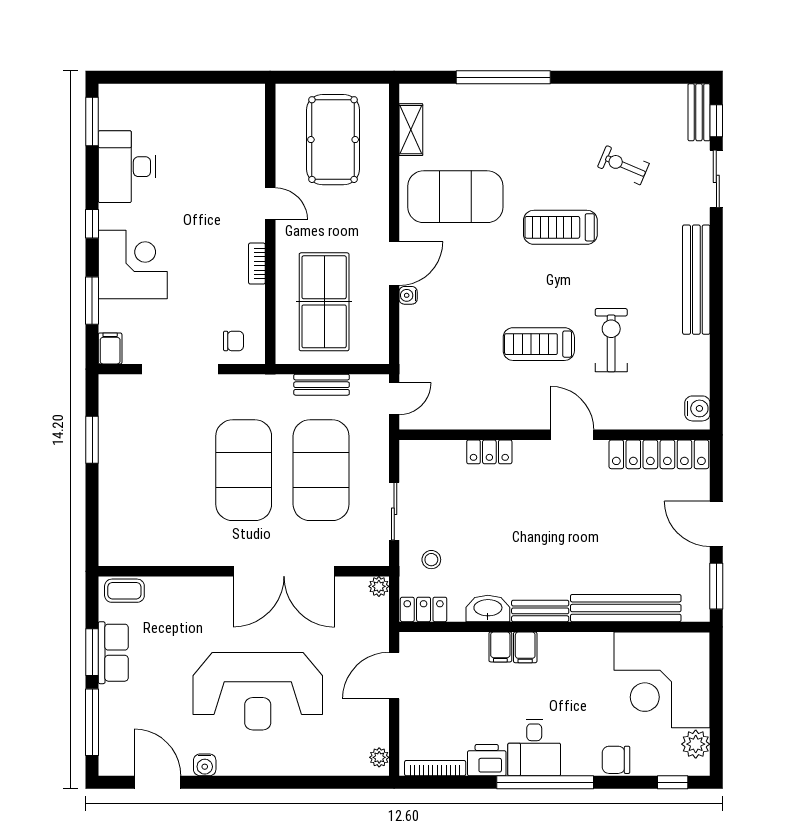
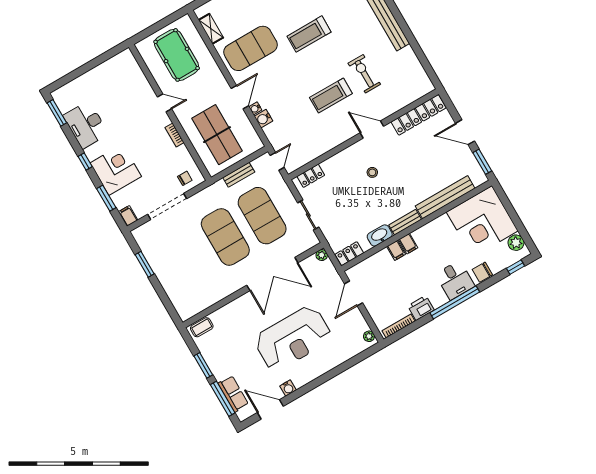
water cooler: (697, 408) -> (263, 119), moved, turned 180
locker: (489, 452) -> (311, 176), moved
stool: (431, 560) -> (372, 172), moved
row of seats: (113, 653) -> (233, 394), moved
desk: (534, 748) -> (455, 280), moved

